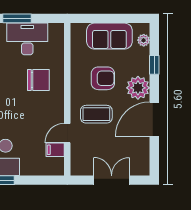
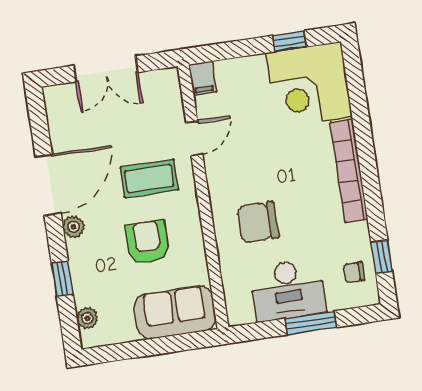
sofa: (109, 36) -> (175, 312), moved
armchair: (103, 78) -> (147, 242), turned 90
plant: (138, 88) -> (74, 227), width x0.53, depth x0.53
filing cabinet: (55, 150) -> (203, 78), moved, turned 90

